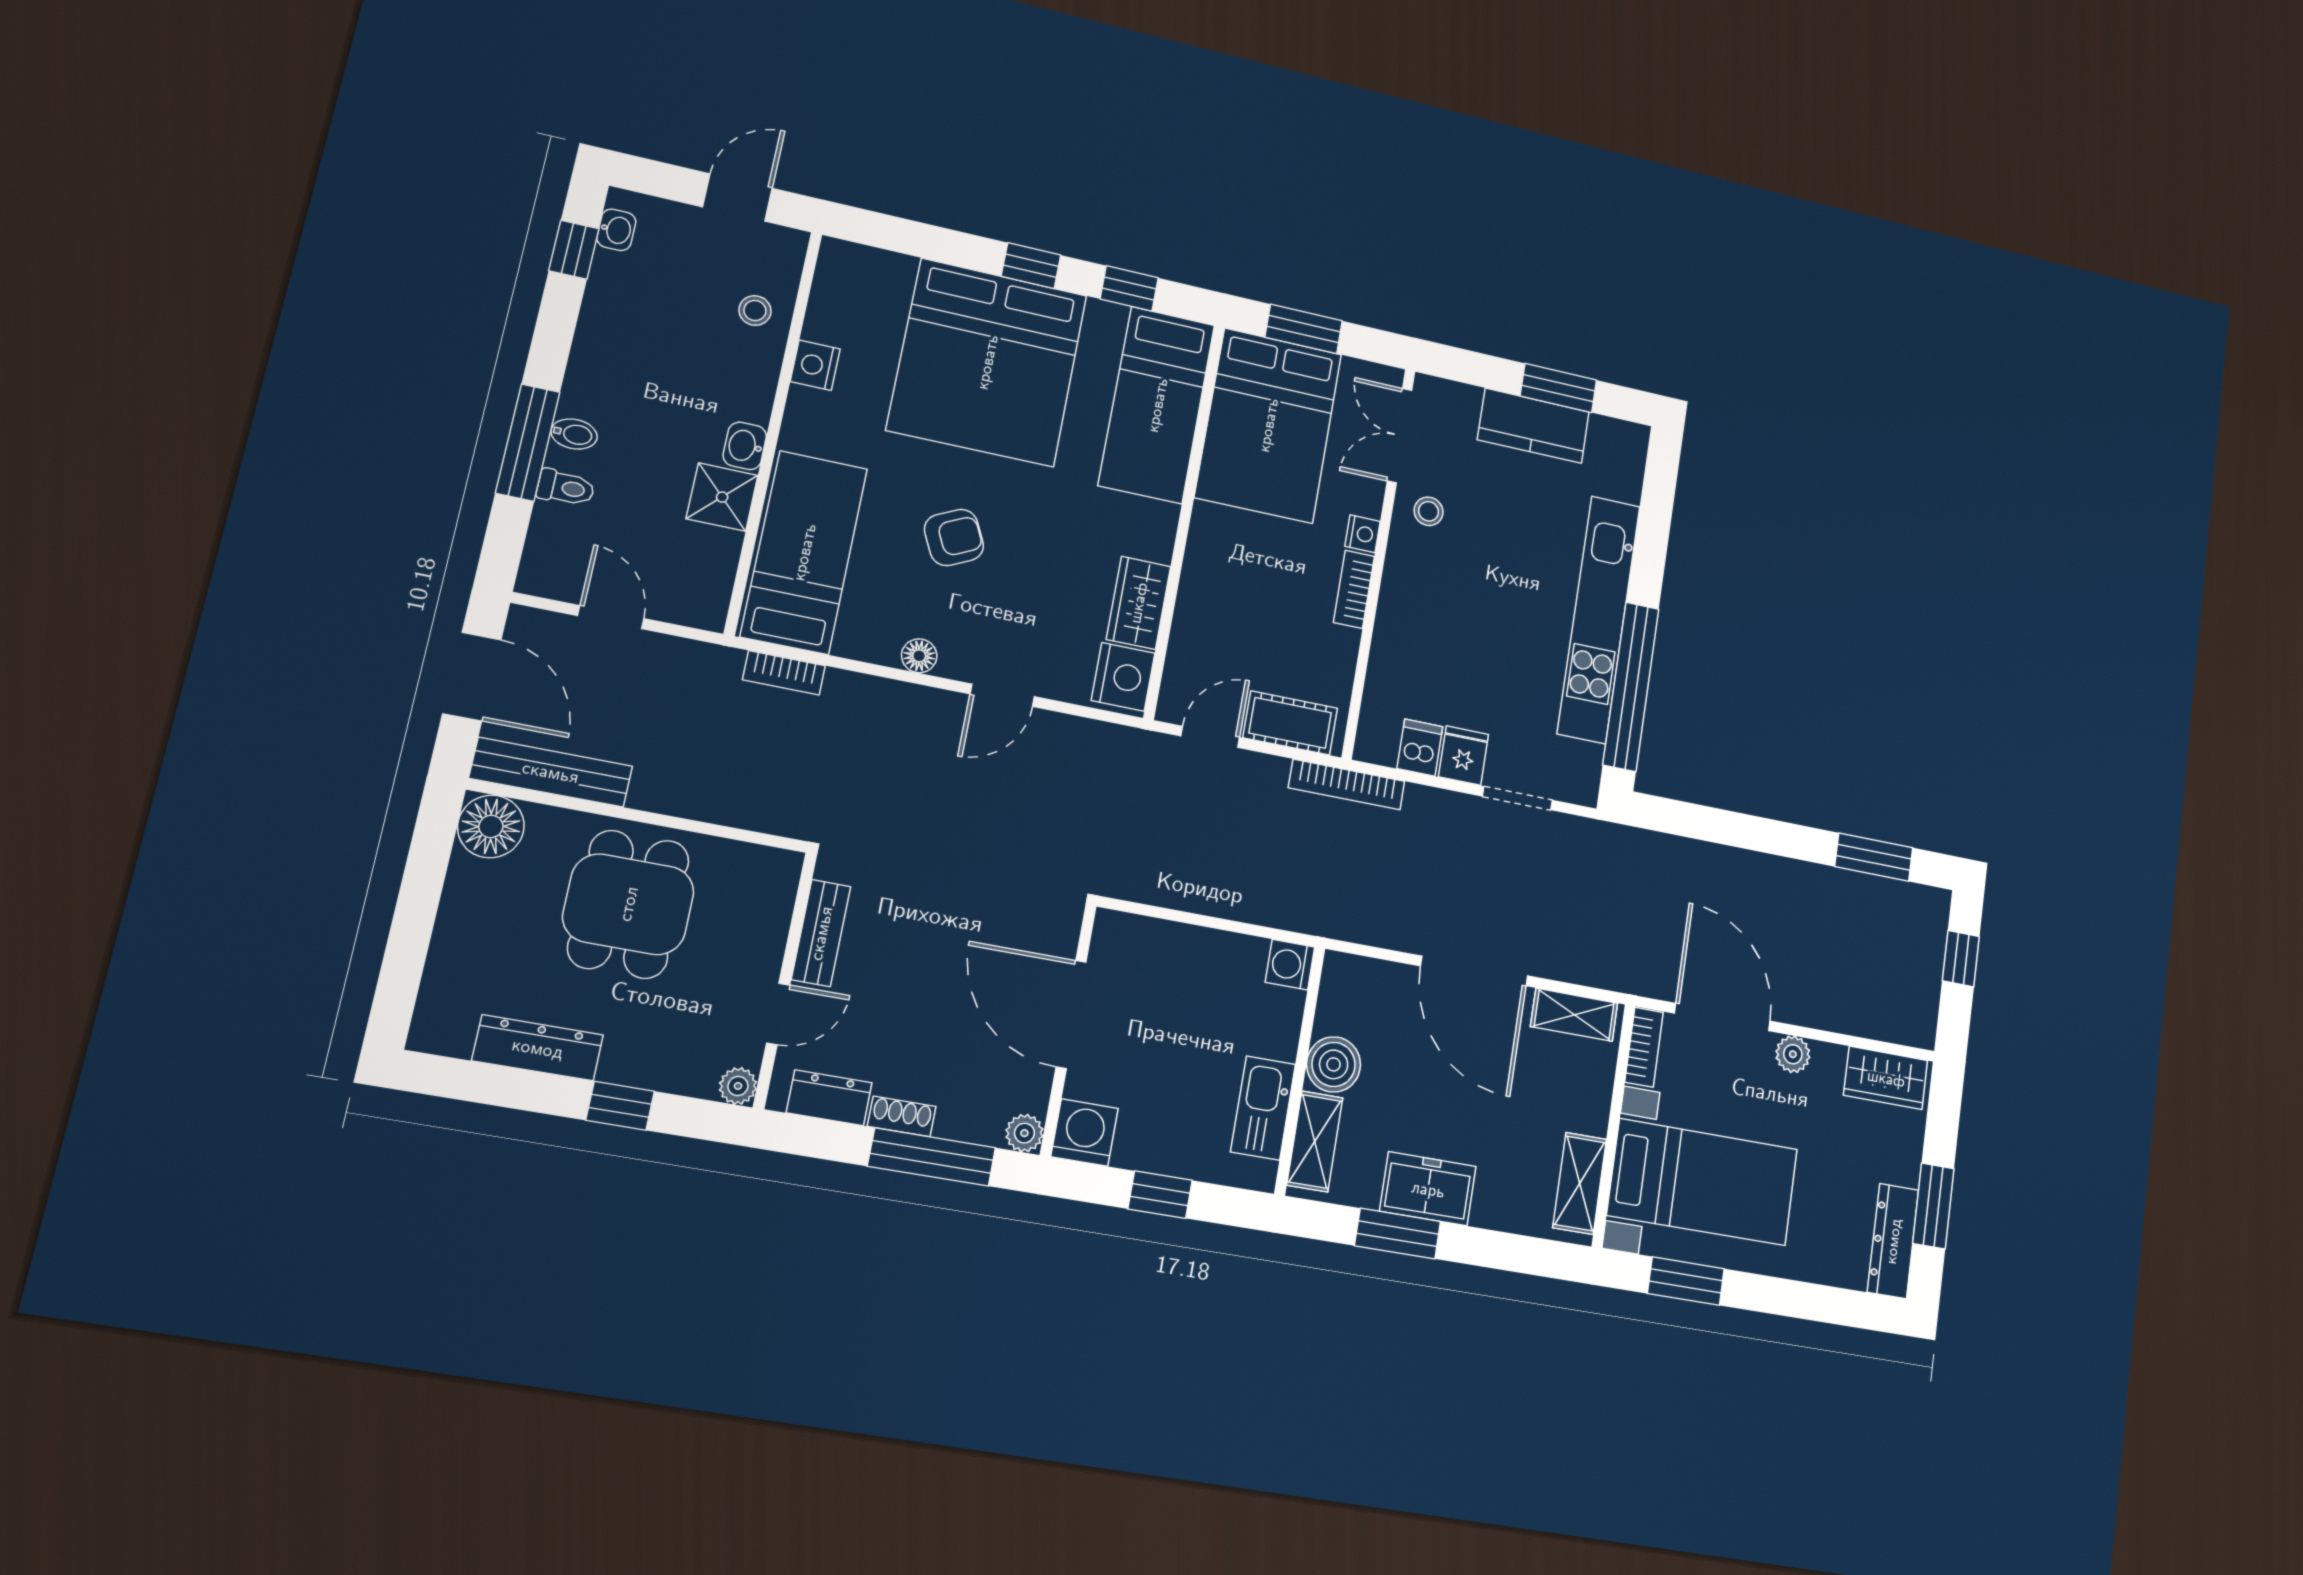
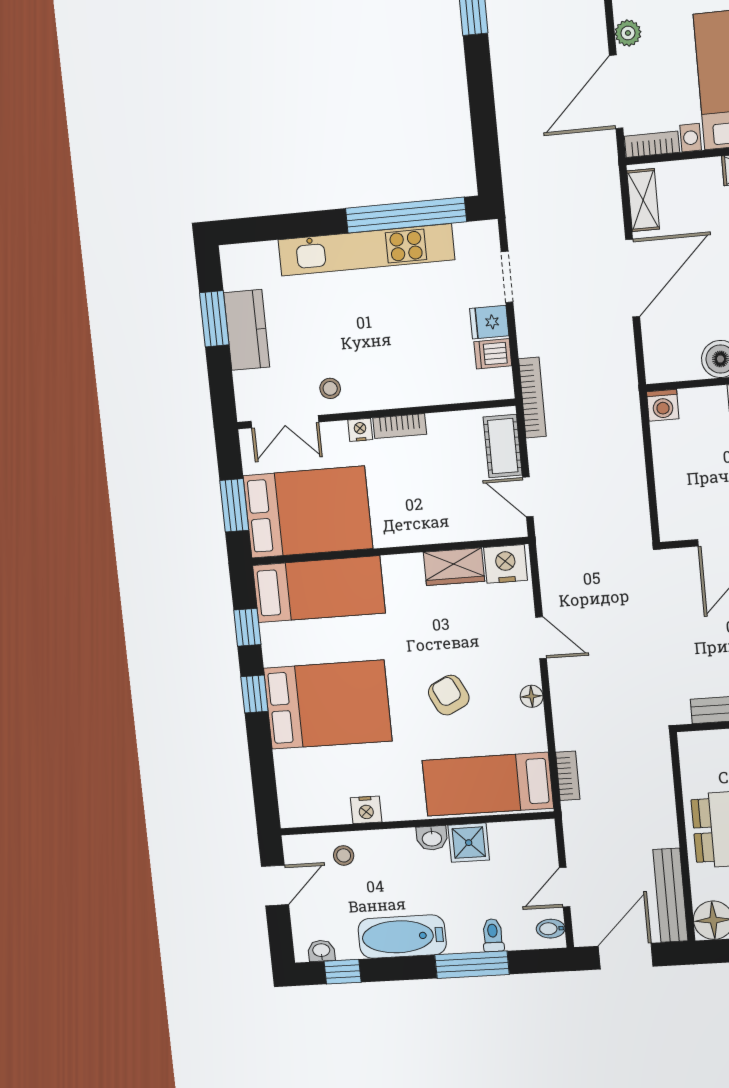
door: (738, 198) -> (275, 885), swing flipped
bathtub: (604, 354) -> (402, 937), added
bed: (987, 362) -> (328, 705), width x0.73
bidet: (574, 434) -> (551, 929), moved, turned -90

